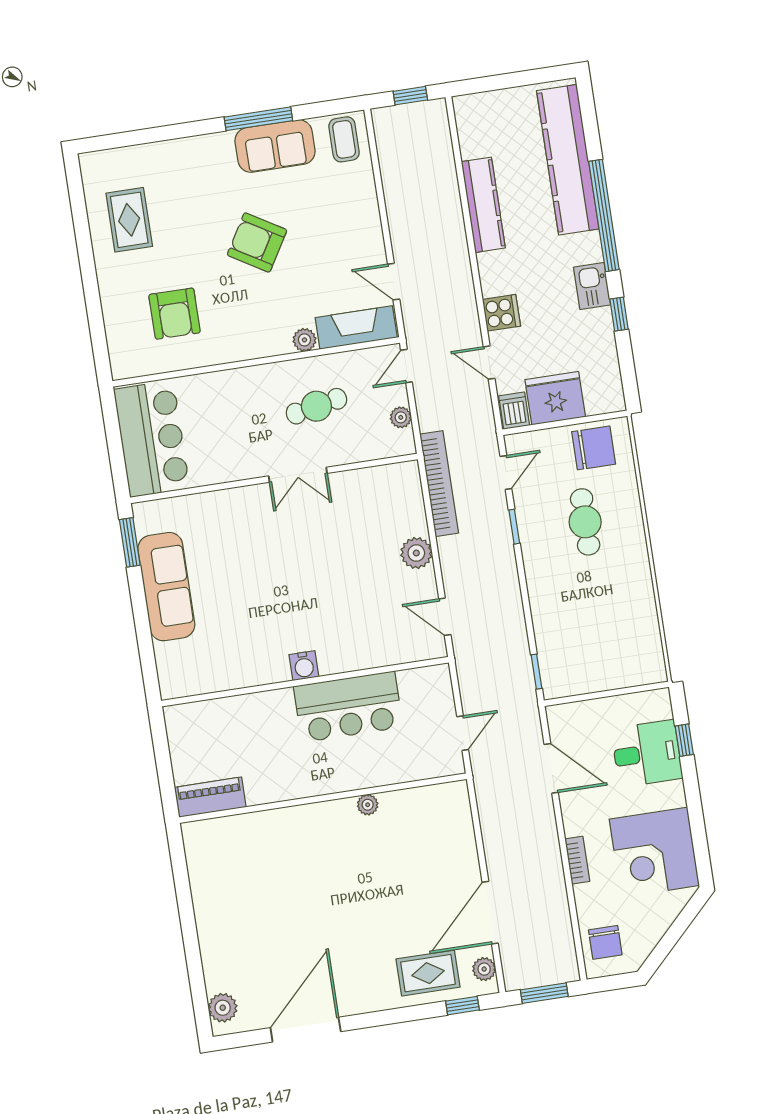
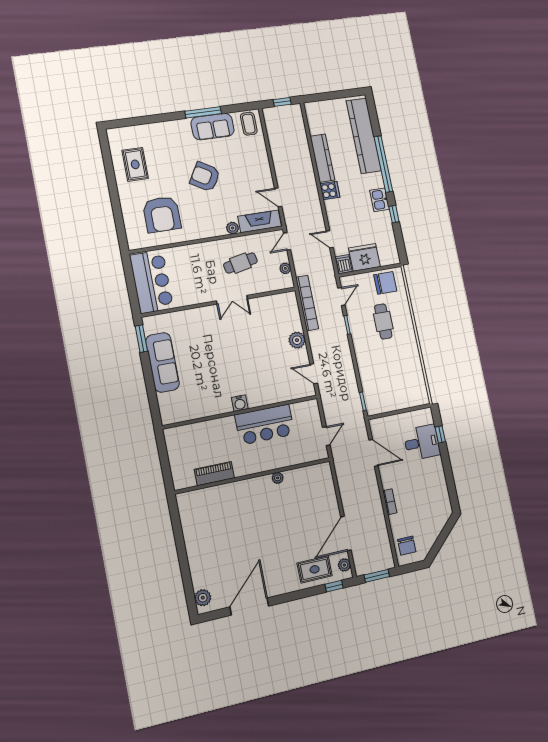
cooker: (501, 313) -> (330, 191), moved
armchair: (175, 314) -> (162, 214), width x1.36, depth x1.36
piano: (210, 797) -> (214, 474), moved
corner desk: (654, 852) -> (429, 495), removed

